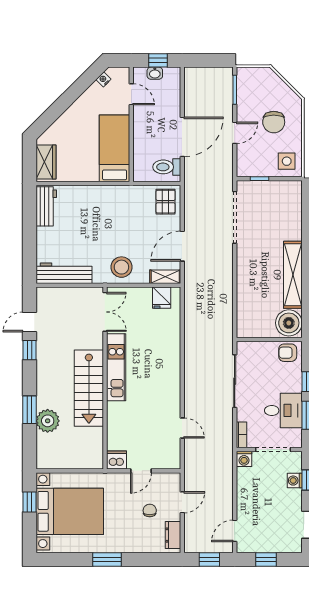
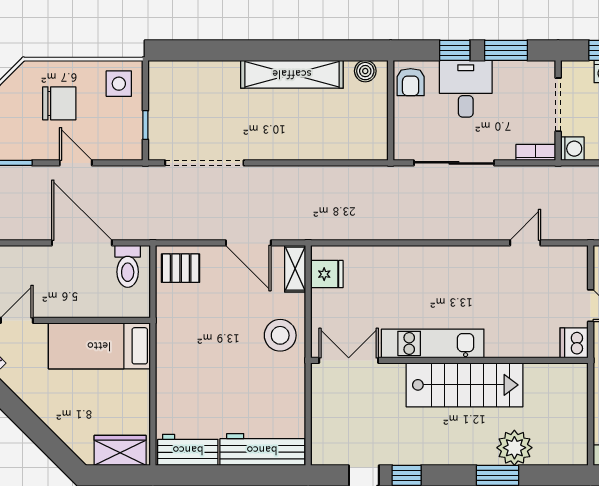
workbench: (64, 273) -> (262, 450), moved, turned 90
boiler: (289, 323) -> (365, 71), width x0.54, depth x0.54
desk: (283, 410) -> (466, 89), moved

